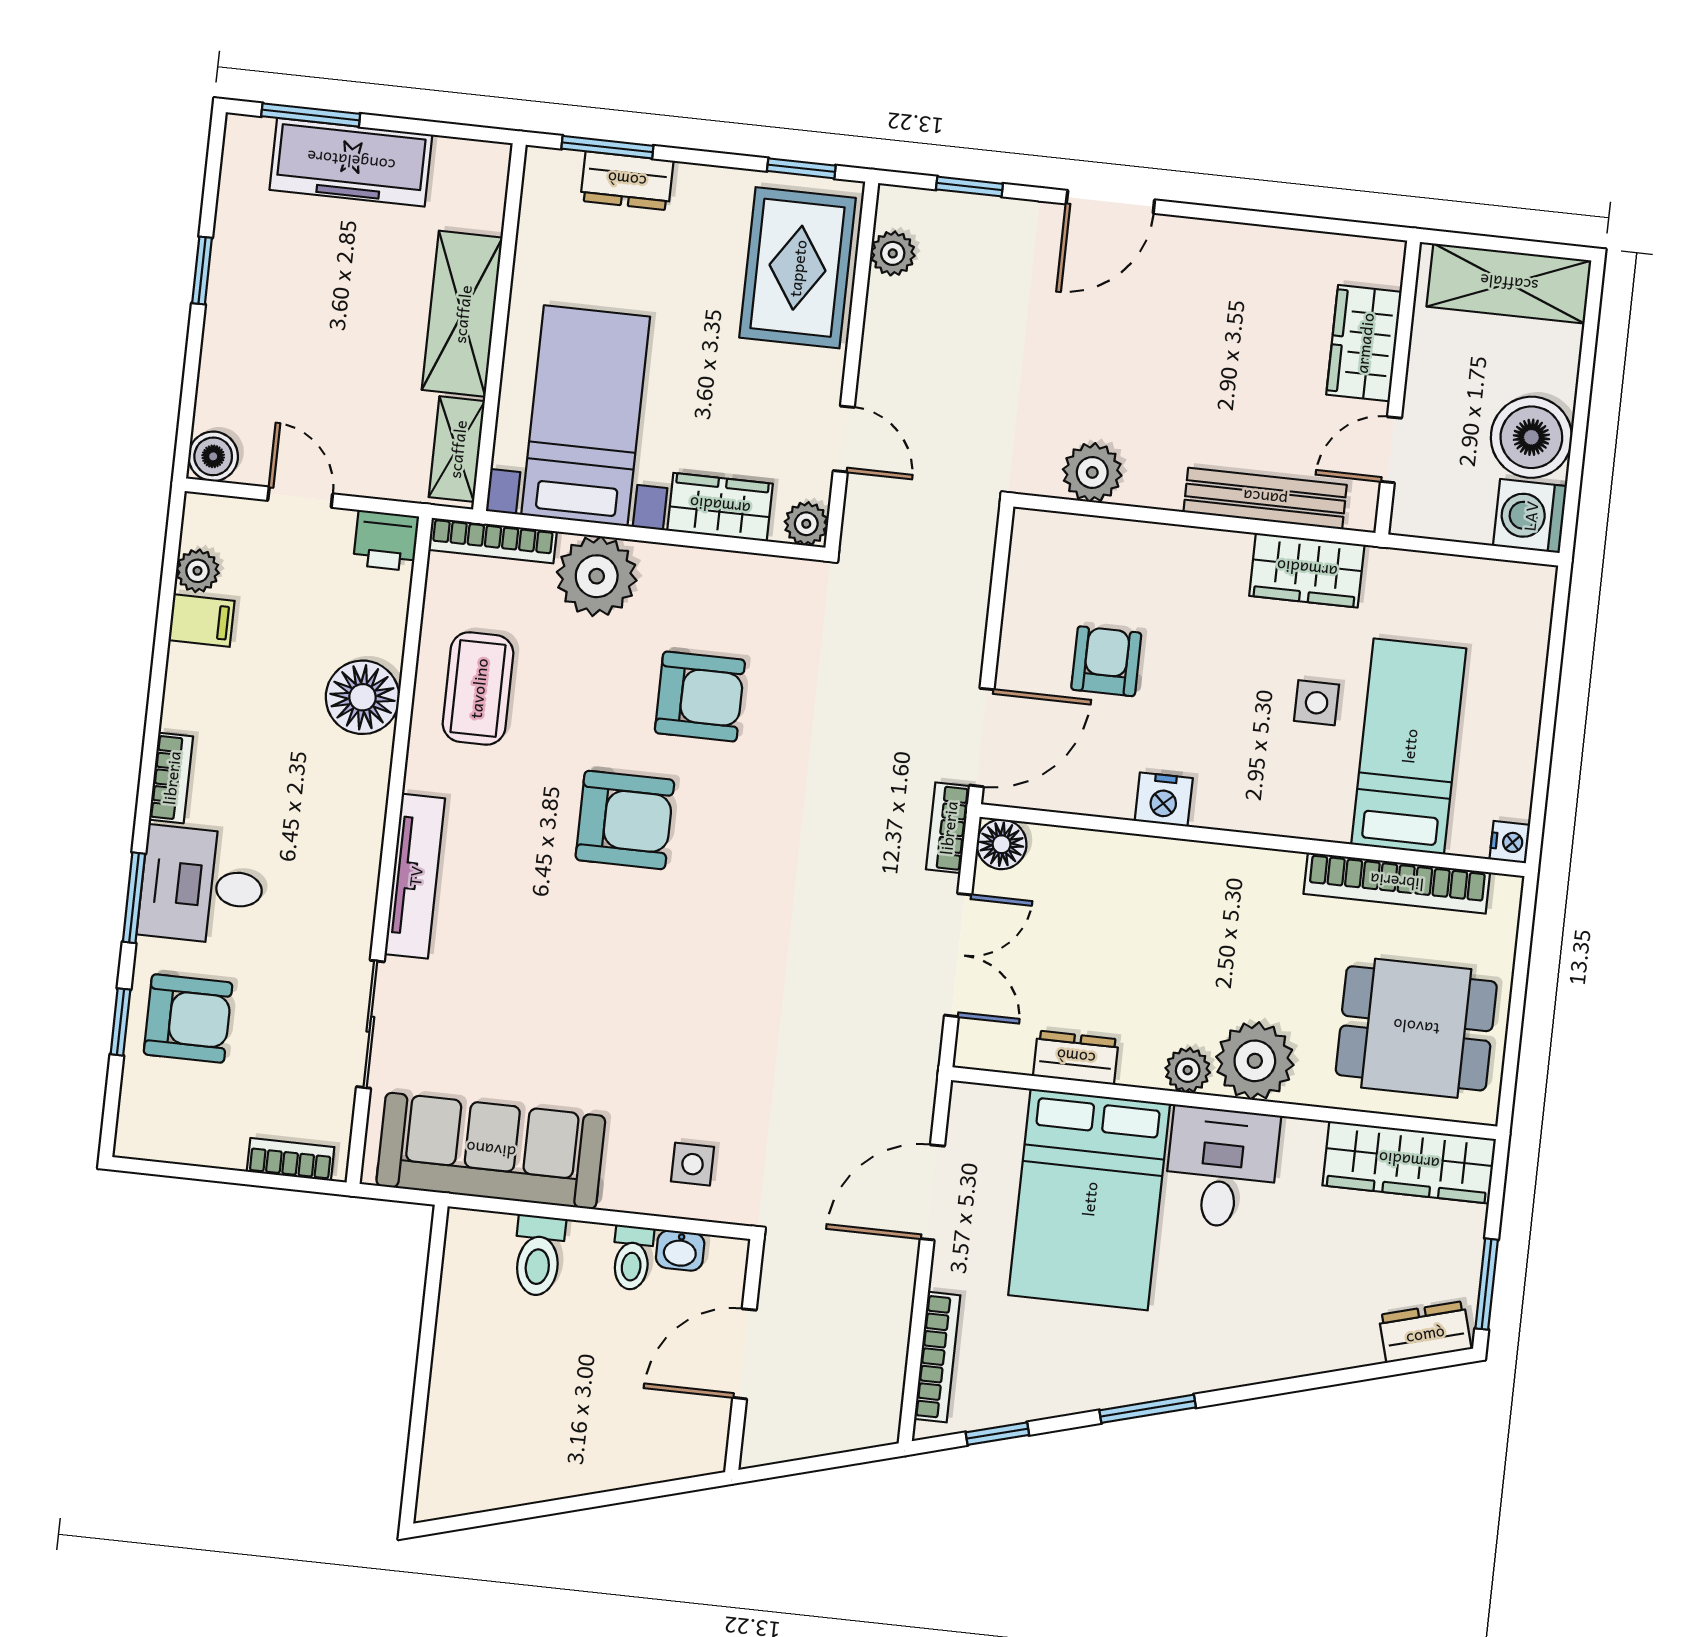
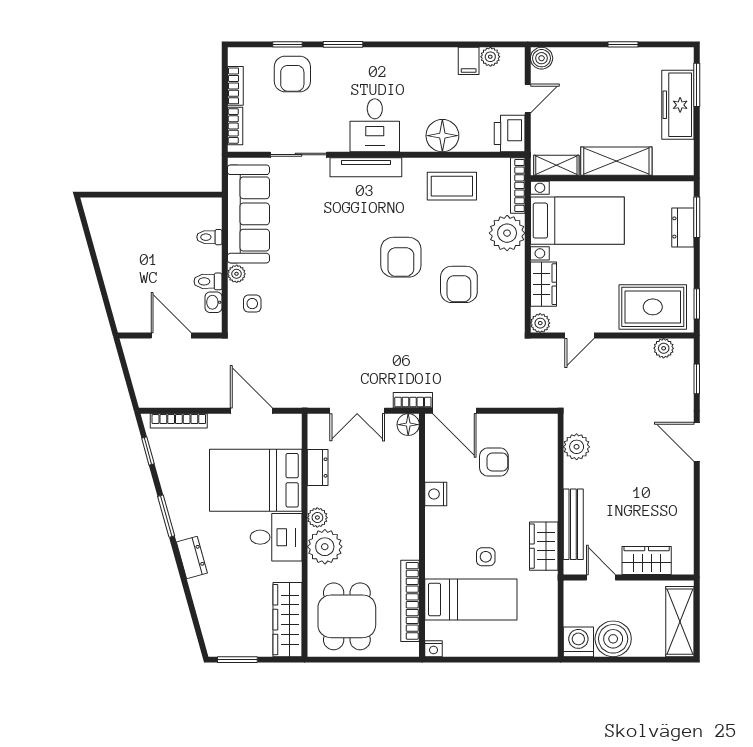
printer: (386, 541) -> (510, 134), width x1.36, depth x1.24
bookcase: (171, 778) -> (235, 86), moved, turned -90
desk: (202, 886) -> (375, 125), moved, turned 180
plant: (622, 1192) -> (237, 274), added
toilet: (538, 1256) -> (209, 237), width x0.73, depth x0.72
dresser: (1425, 1332) -> (192, 558), moved

